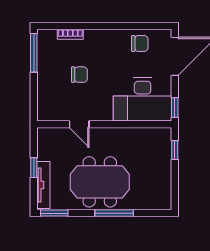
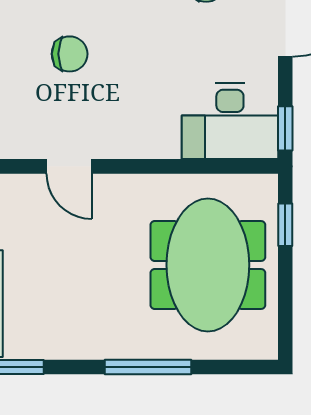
desk: (143, 99) -> (230, 121), width x0.73, depth x0.77
meeting table: (100, 182) -> (208, 265), moved, turned 90

